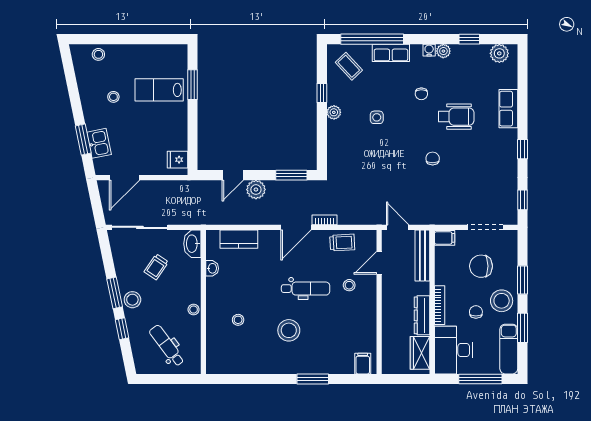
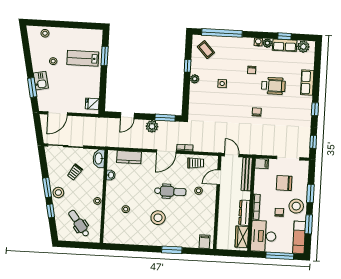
row of seats: (391, 53) -> (285, 45), moved
kitchen sink: (99, 143) -> (41, 81), moved
plant: (256, 190) -> (152, 126), moved

